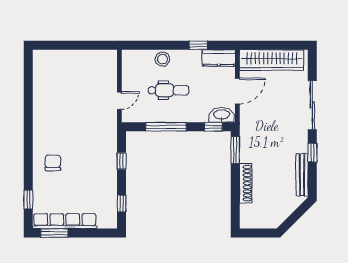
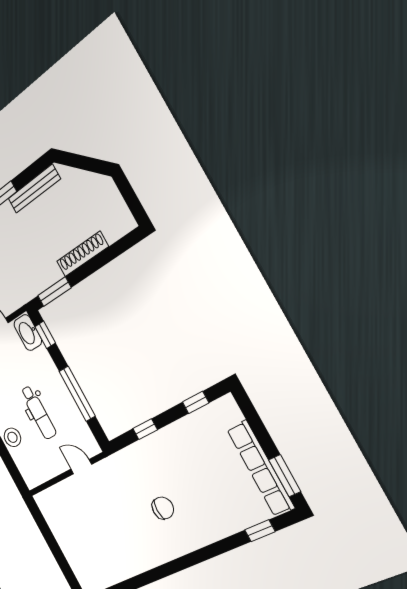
dental chair: (169, 90) -> (38, 412), turned 180
chair: (53, 163) -> (163, 508), moved, turned 180

